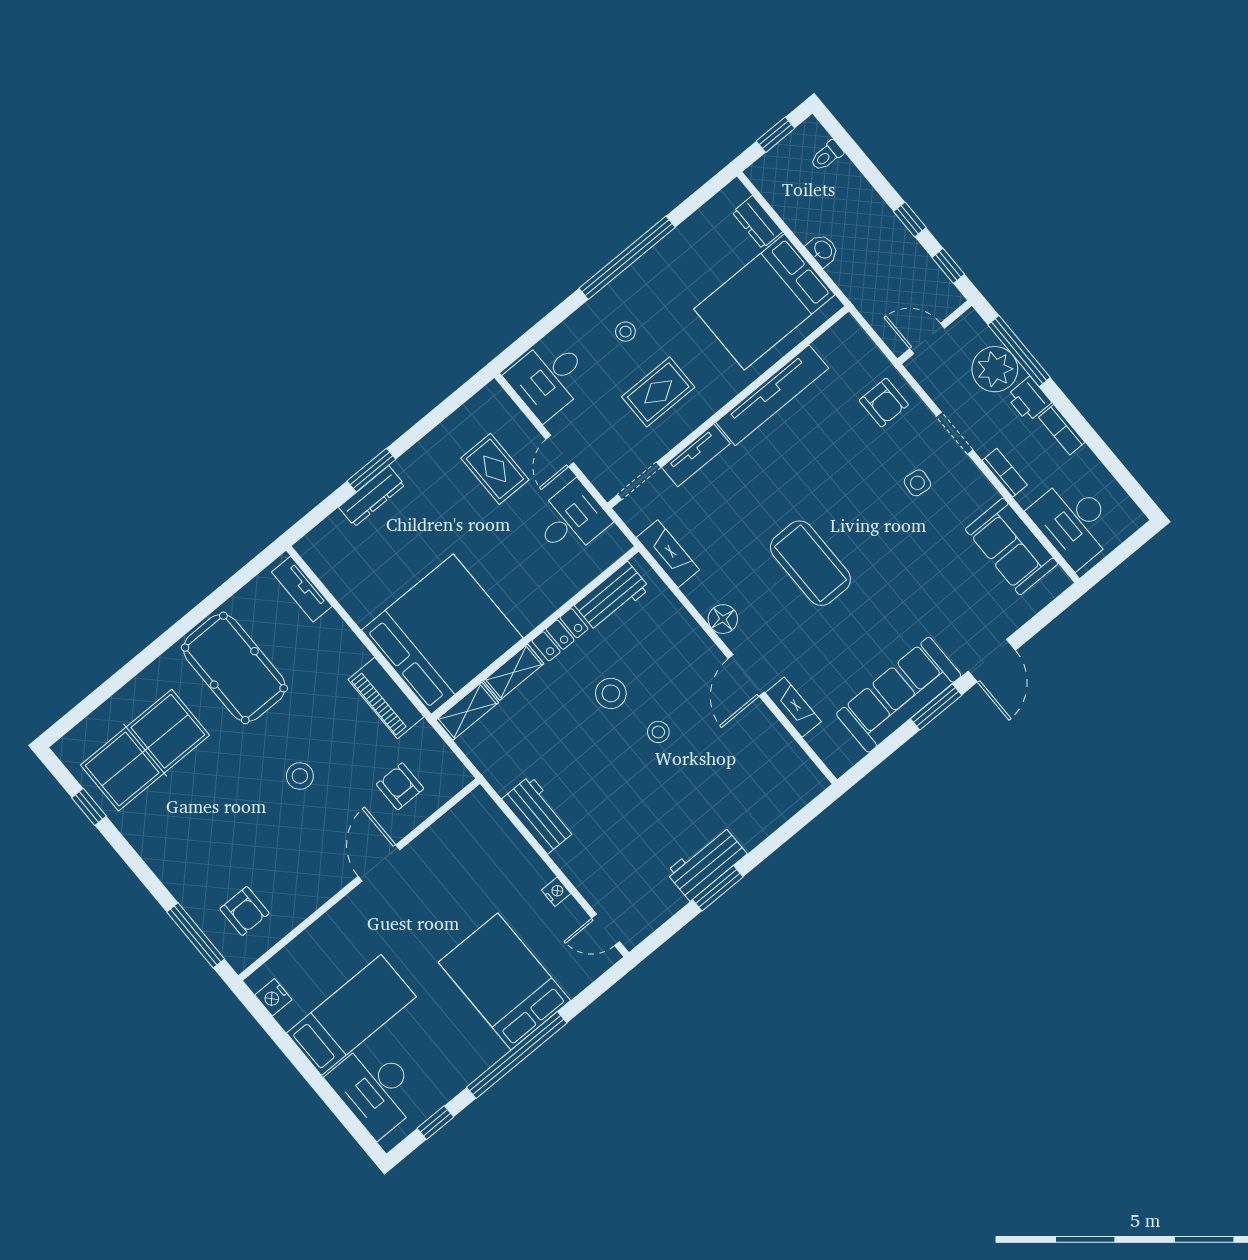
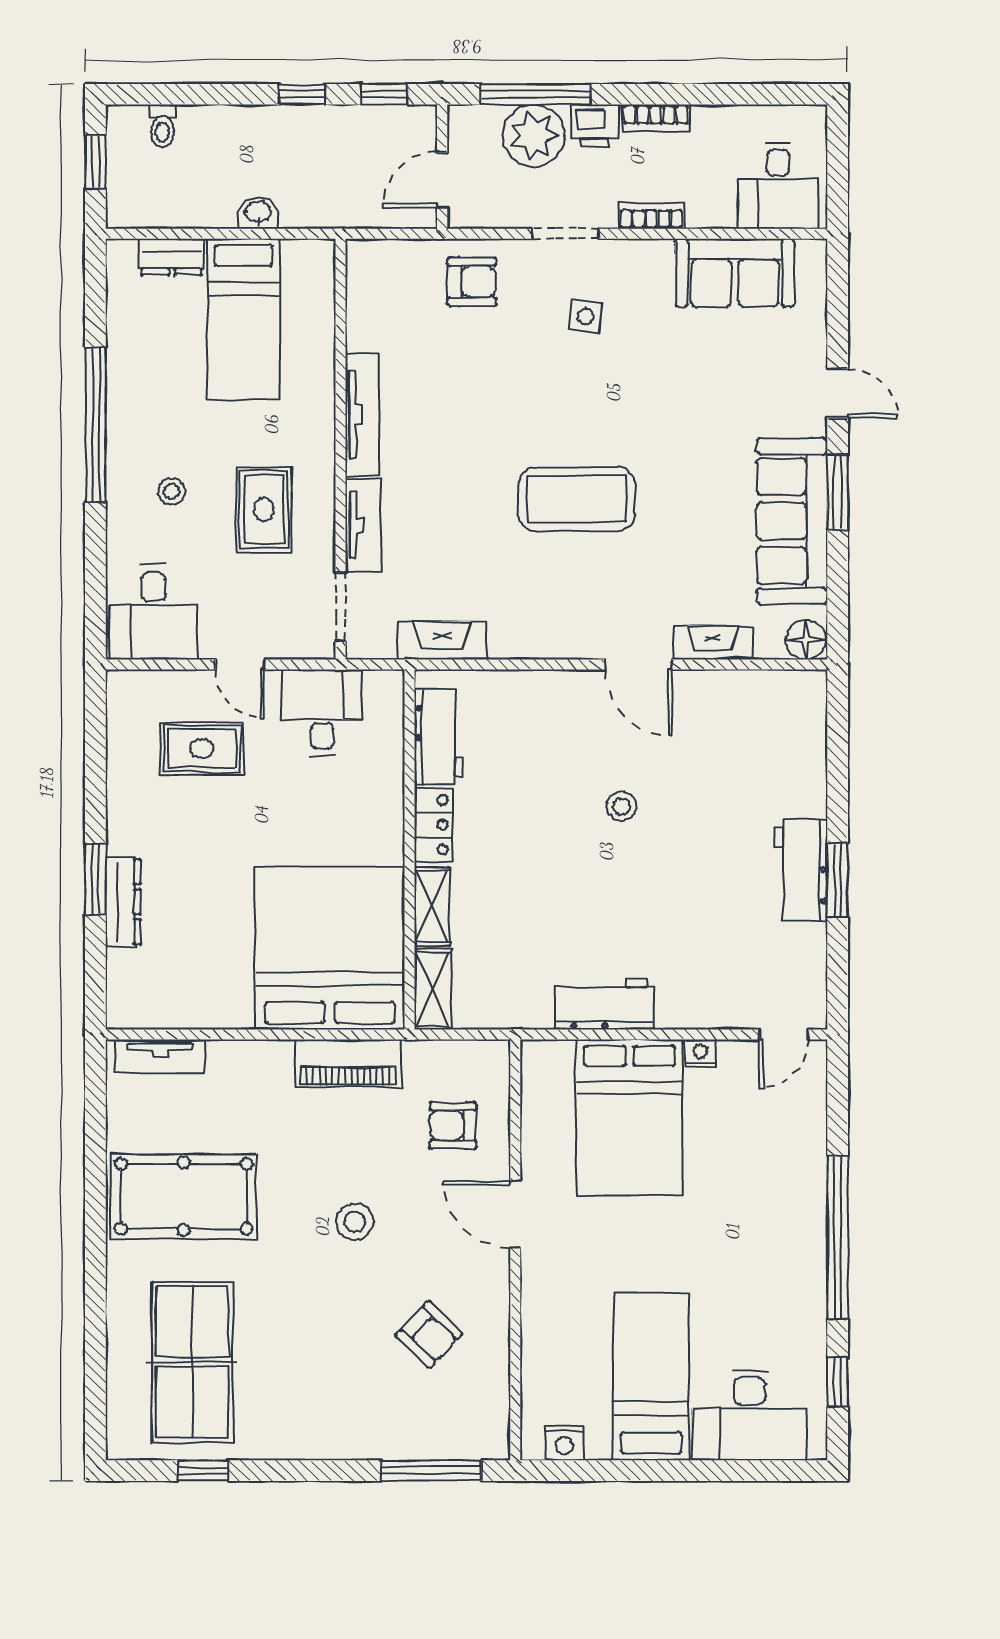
bed: (764, 302) -> (244, 319), width x0.67
tv unit: (772, 395) -> (362, 415), width x0.73, depth x0.78
desk: (1074, 522) -> (778, 186), width x0.73
floor lamp: (723, 619) -> (806, 640), moved
door: (992, 661) -> (838, 393), width x0.73
stool: (611, 693) -> (539, 823), removed
armchair: (244, 911) -> (429, 1334), moved, turned 44
bed: (504, 981) -> (629, 1117), moved, turned -90

